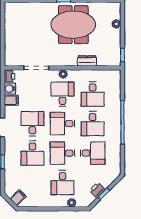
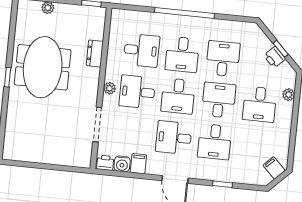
desk: (93, 124) -> (182, 54), turned 90
desk: (32, 153) -> (215, 142), turned 90
desk: (63, 153) -> (219, 100), turned 180
desk: (63, 183) -> (260, 104), turned 90

